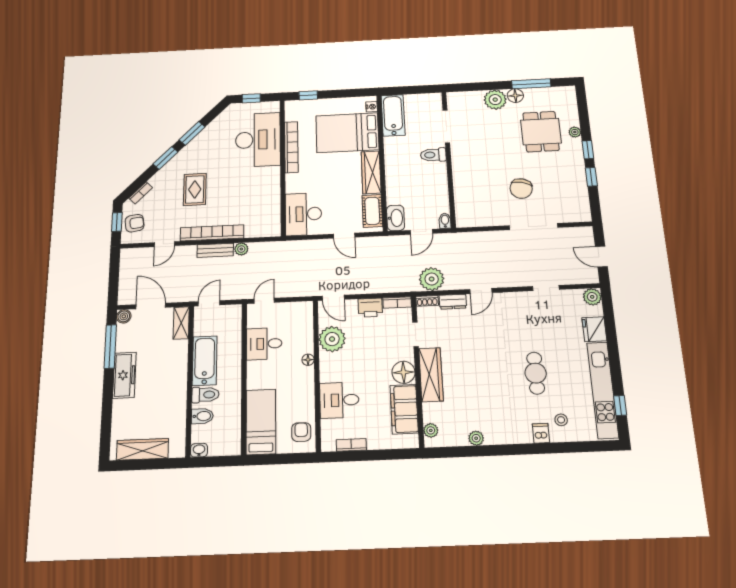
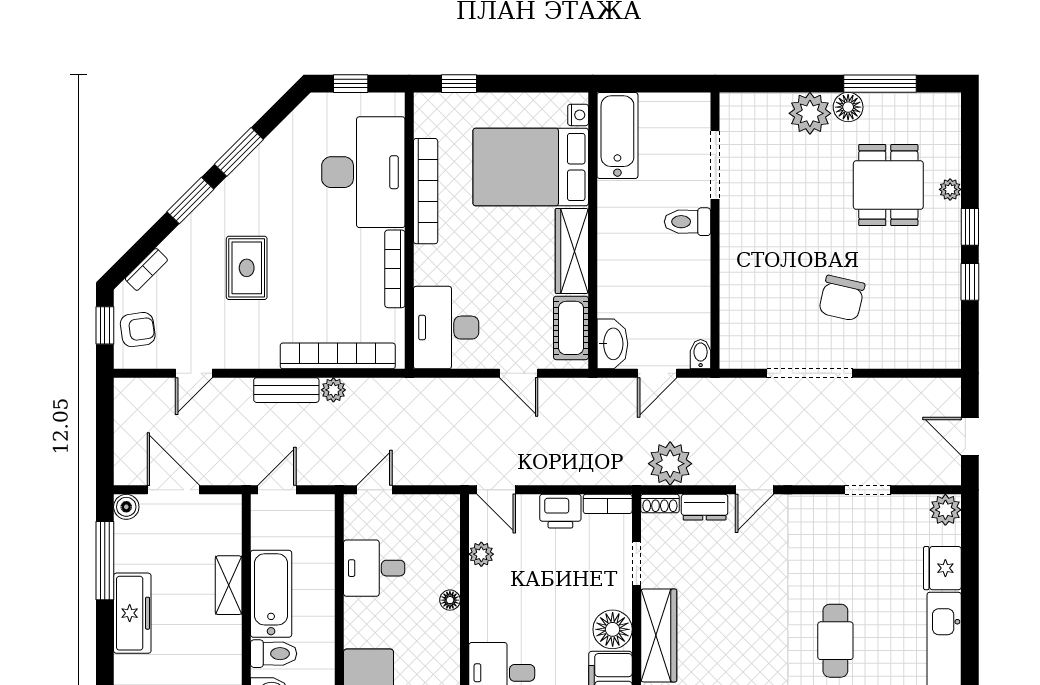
bookcase: (275, 186) -> (395, 269), added
doorway: (533, 227) -> (810, 373), moved
bookcase: (212, 233) -> (338, 356), moved
shelving: (181, 323) -> (229, 585), moved
plant: (332, 339) -> (481, 554), width x0.53, depth x0.53

